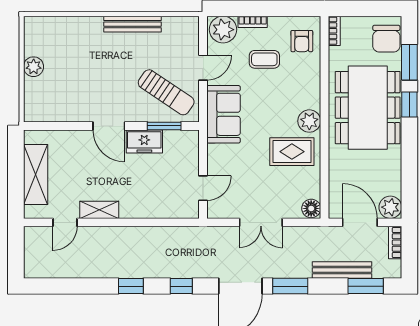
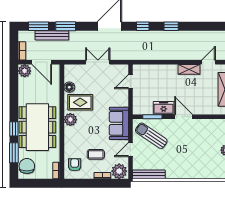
bench: (133, 24) -> (149, 174), moved
floor lamp: (311, 208) -> (69, 87), moved
window: (290, 286) -> (66, 26), moved

